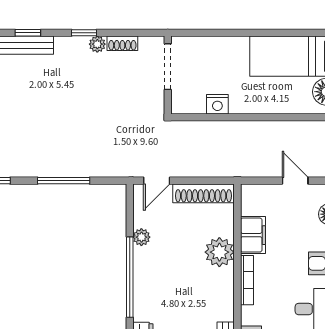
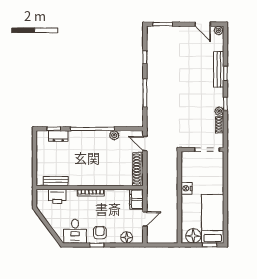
nightstand: (217, 104) -> (187, 188), moved
filing cabinet: (253, 235) -> (136, 199), moved, turned 90
plant: (219, 252) -> (106, 178), removed

